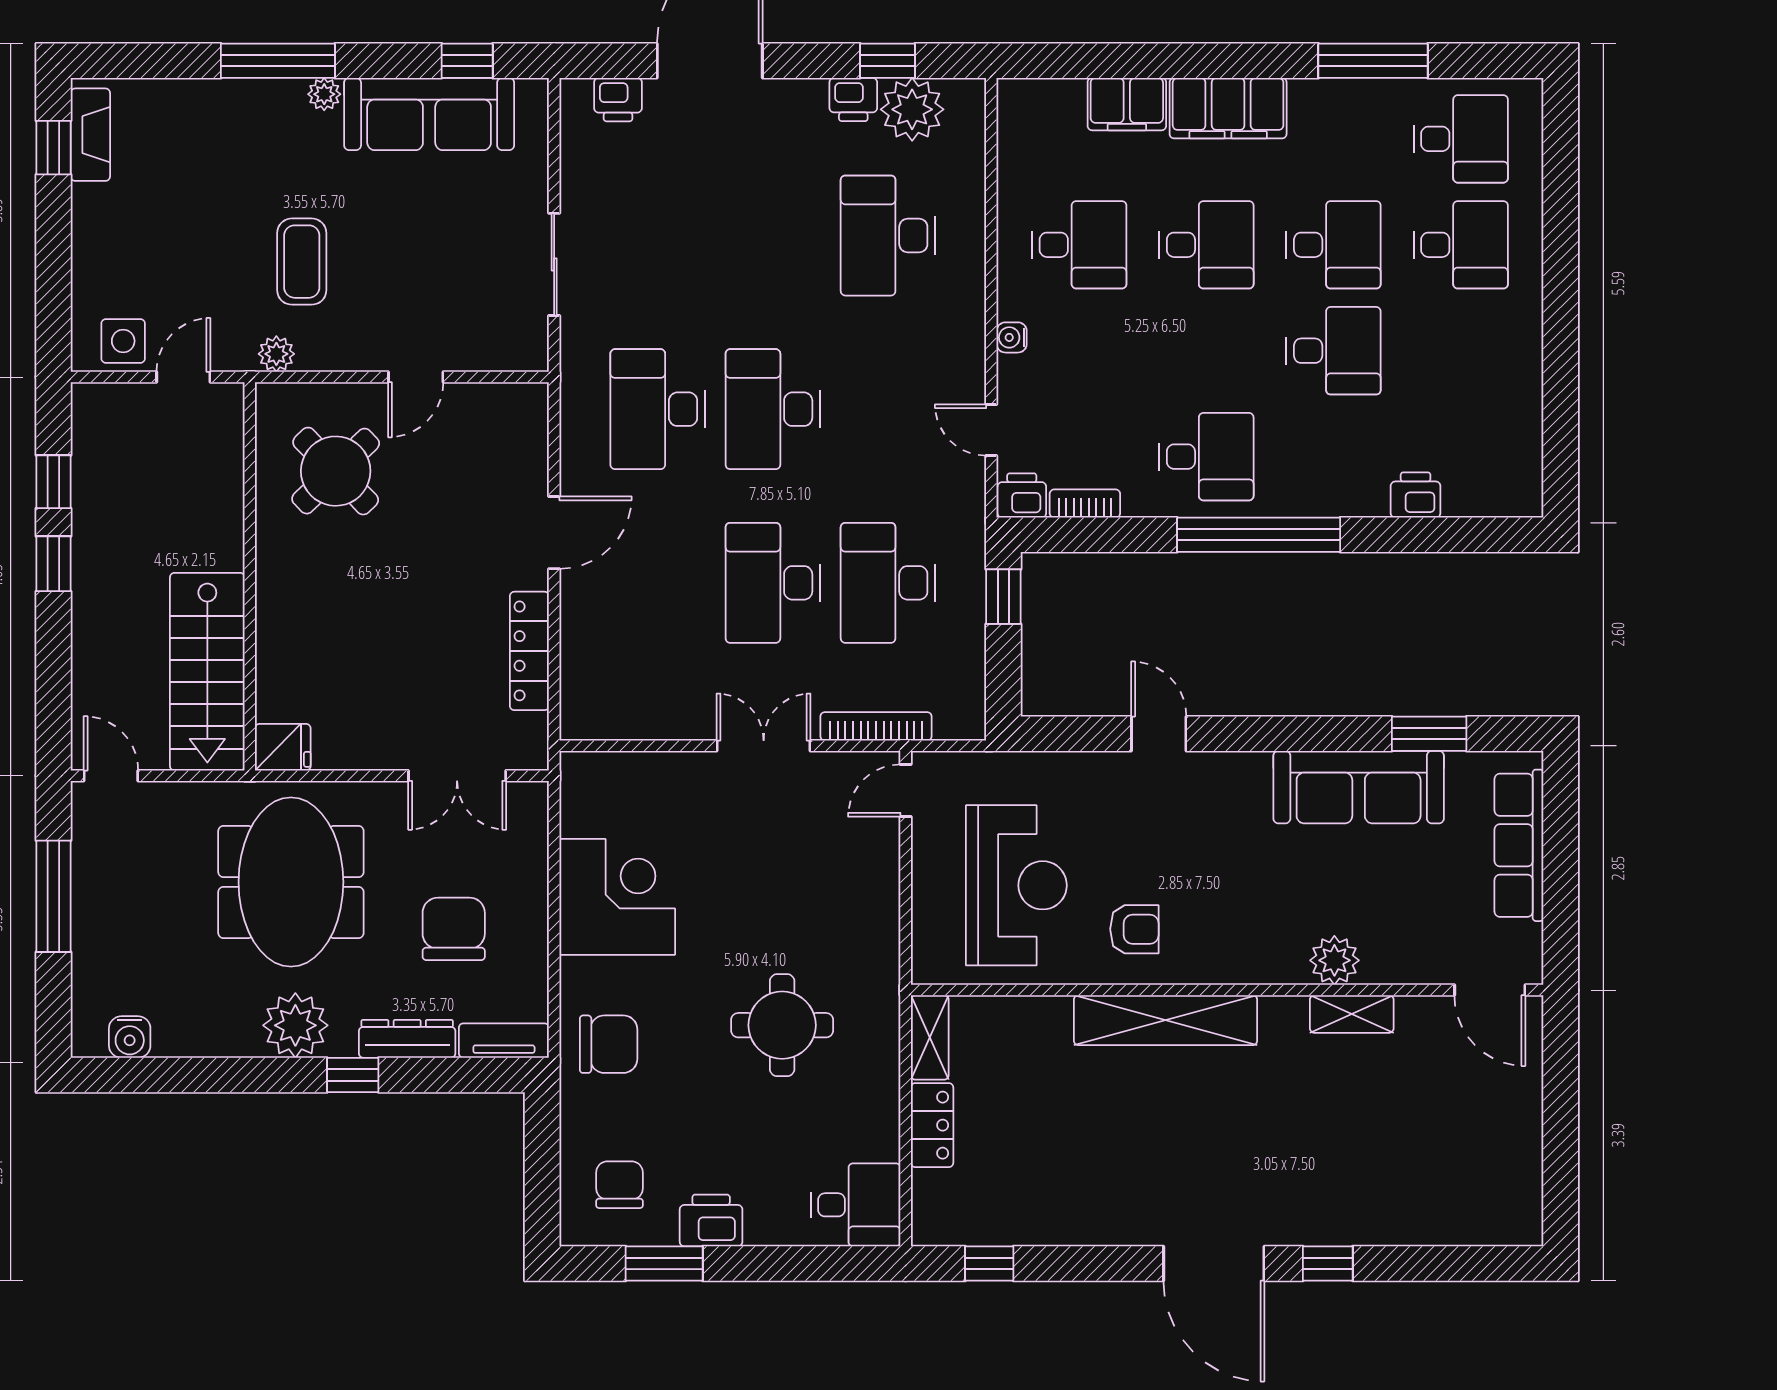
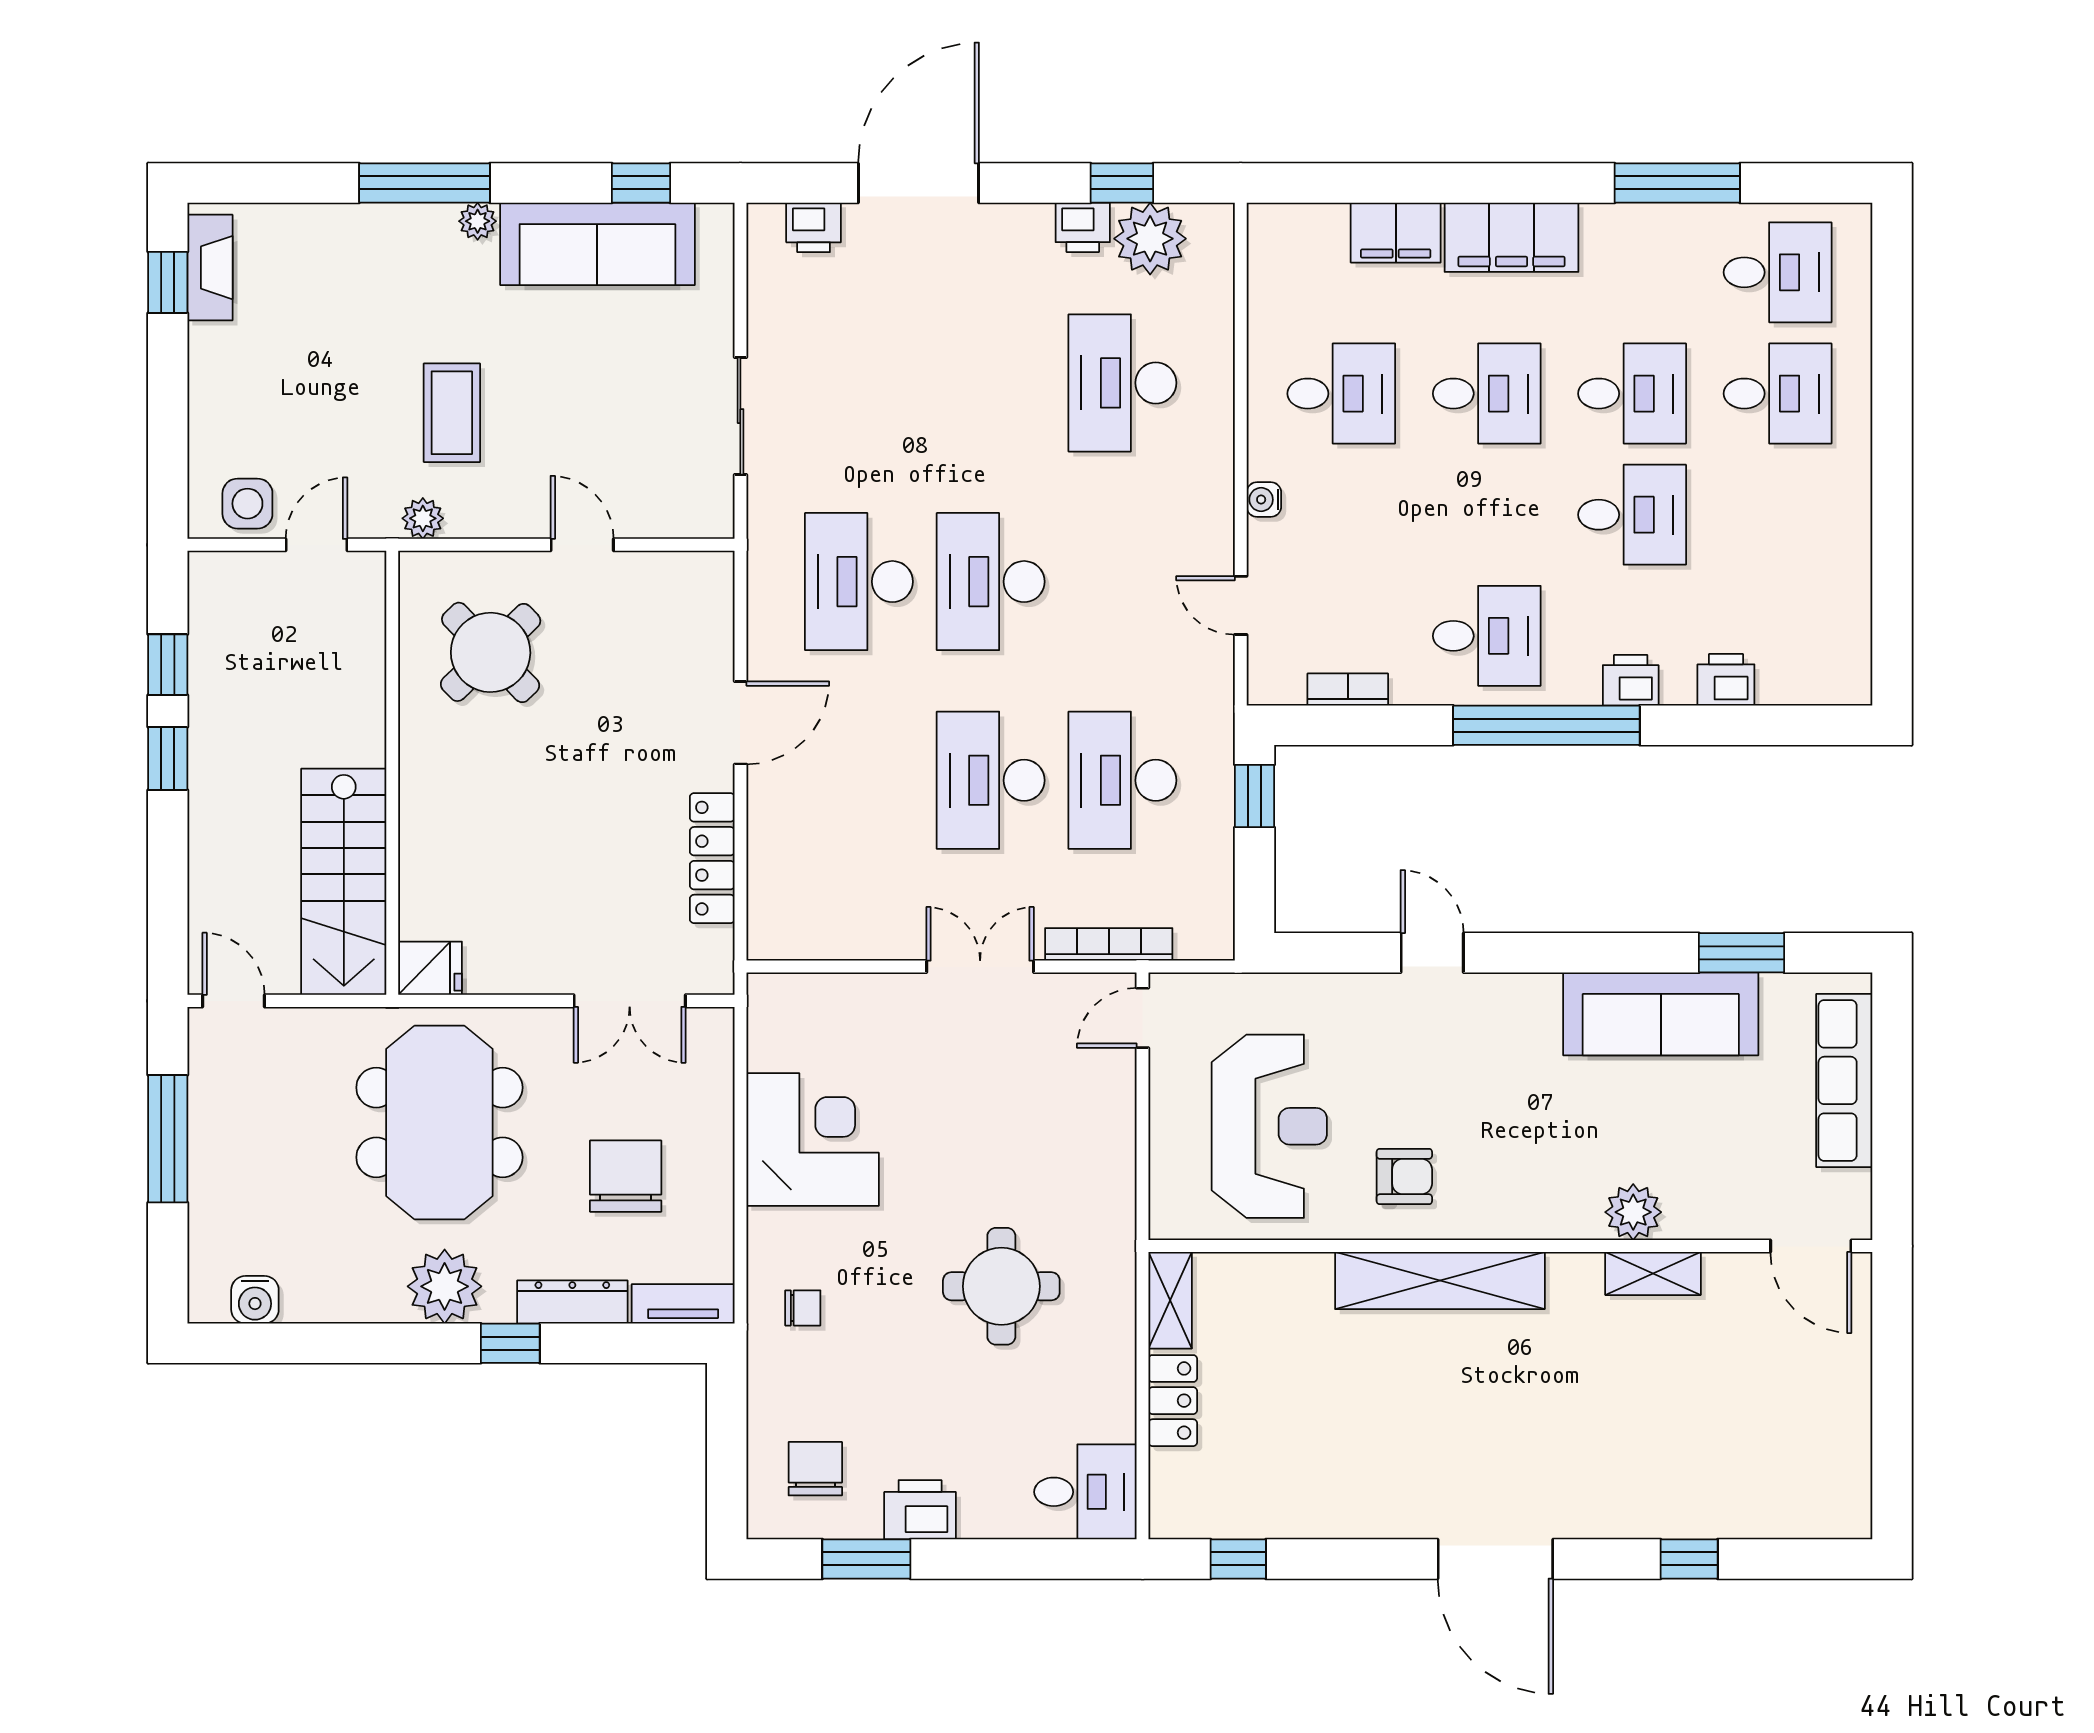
door: (416, 377) -> (582, 545), swing flipped
printer: (1022, 495) -> (1631, 680), moved
chair: (609, 1044) -> (803, 1308), width x0.54, depth x0.54
window: (1328, 1264) -> (1689, 1559), moved

